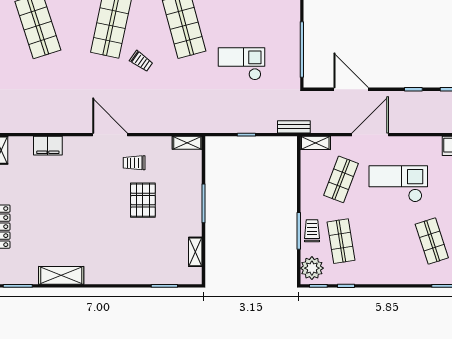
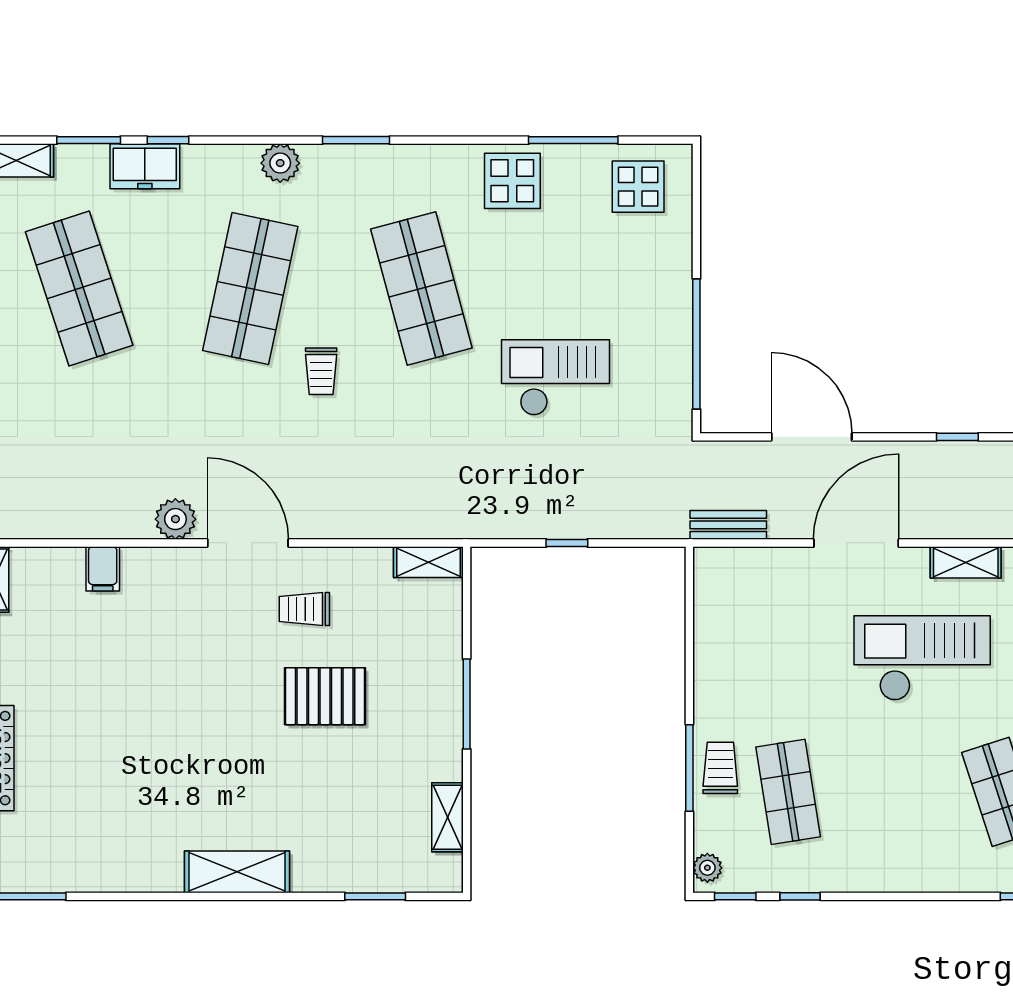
trolley: (141, 61) -> (321, 371), turned 55
plant: (79, 124) -> (175, 519), added
bench: (294, 127) -> (728, 525), moved
shelving: (315, 143) -> (966, 562), moved
filing cabinet: (48, 146) -> (103, 569), width x0.50
shop shelf: (341, 179) -> (788, 648), removed
pallet: (143, 200) -> (325, 696), turned 90
plant: (312, 268) -> (707, 868), width x0.53, depth x0.53
shelving: (61, 275) -> (237, 872), moved

